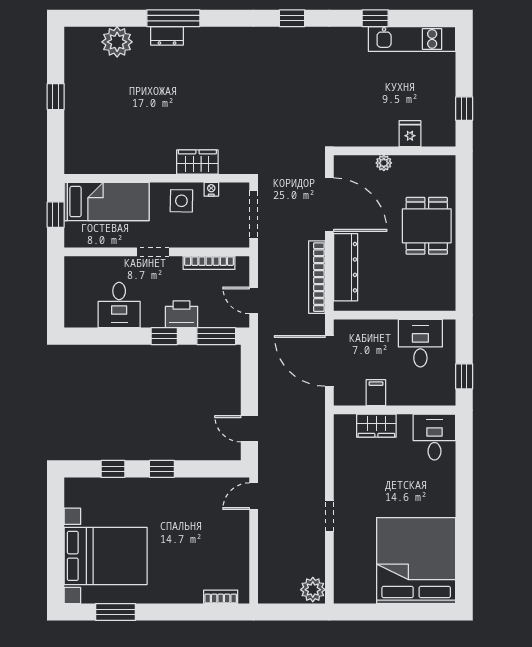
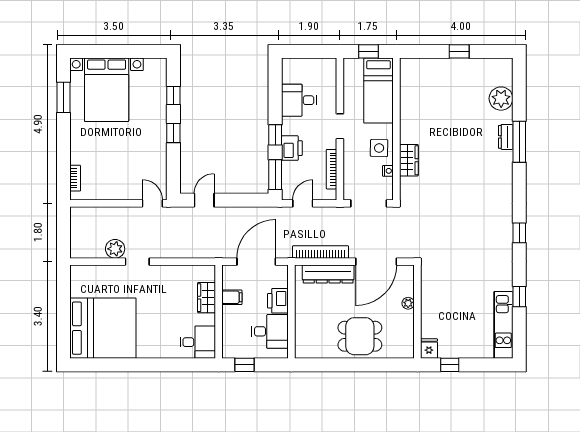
fridge: (410, 134) -> (429, 349), moved, turned -90
printer: (381, 333) -> (278, 301), added
plant: (313, 590) -> (115, 249), moved

